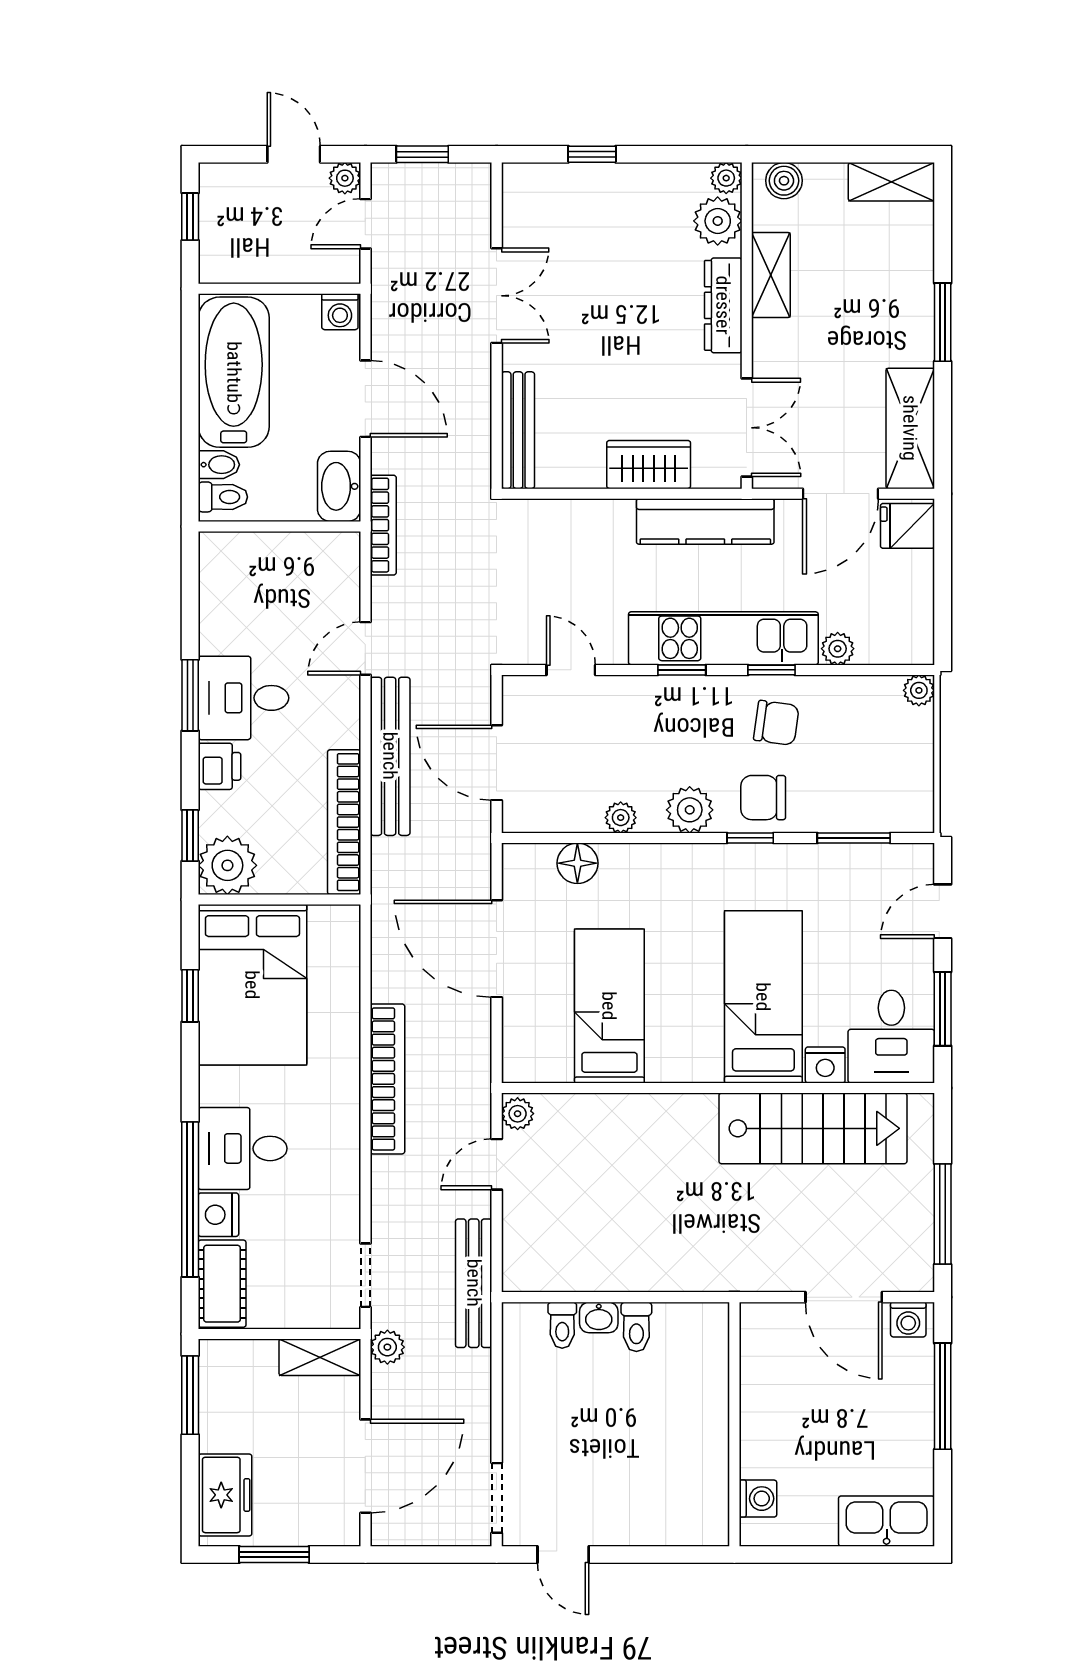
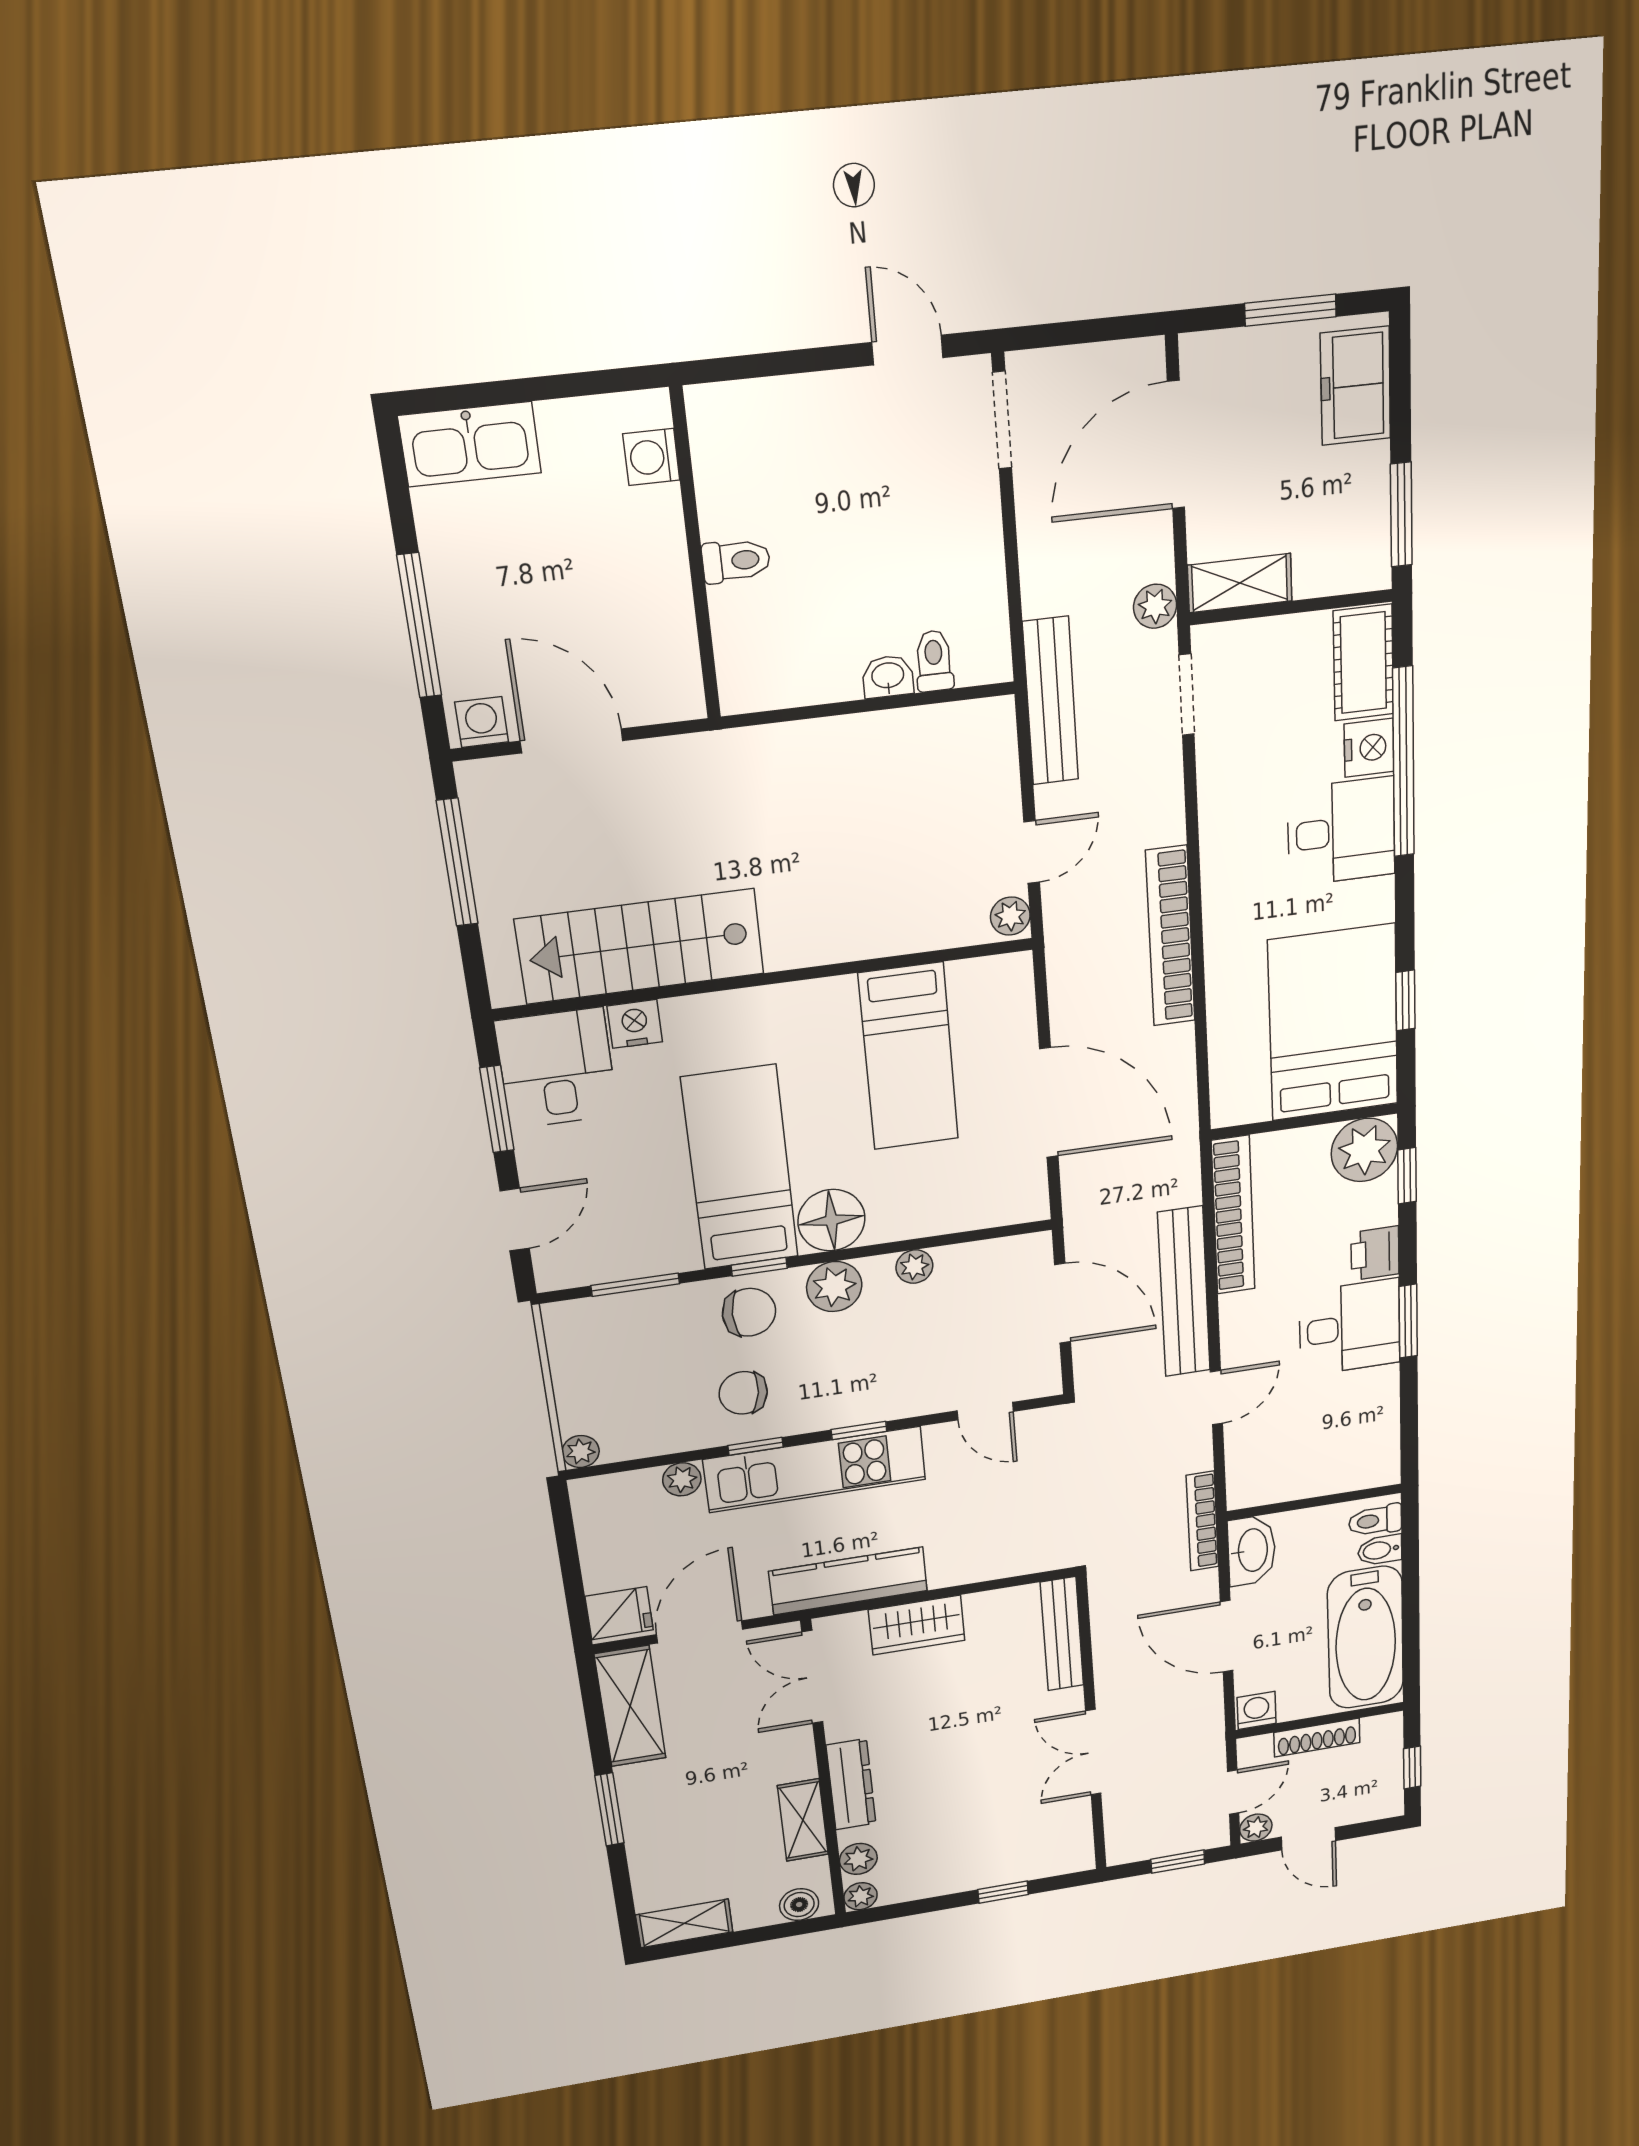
plant: (718, 221) -> (858, 1859), width x0.73, depth x0.73
shoe rack: (283, 270) -> (1317, 1738), added
floor lamp: (577, 863) -> (831, 1220), moved, width x1.38, depth x1.38
bed: (763, 997) -> (740, 1168), moved, turned 180
toilet: (636, 1327) -> (736, 561), moved, turned 90

